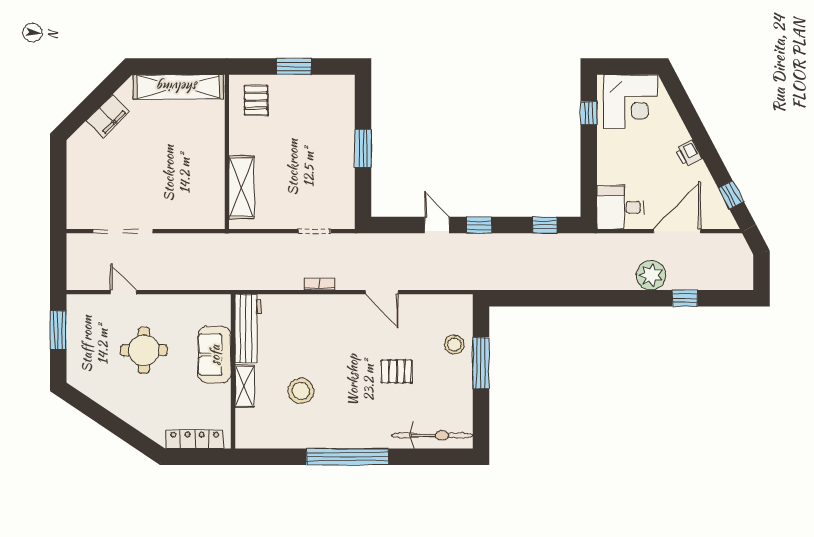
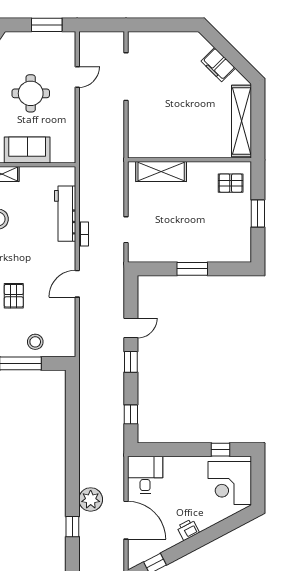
workbench: (248, 329) -> (65, 214), moved, turned 90

